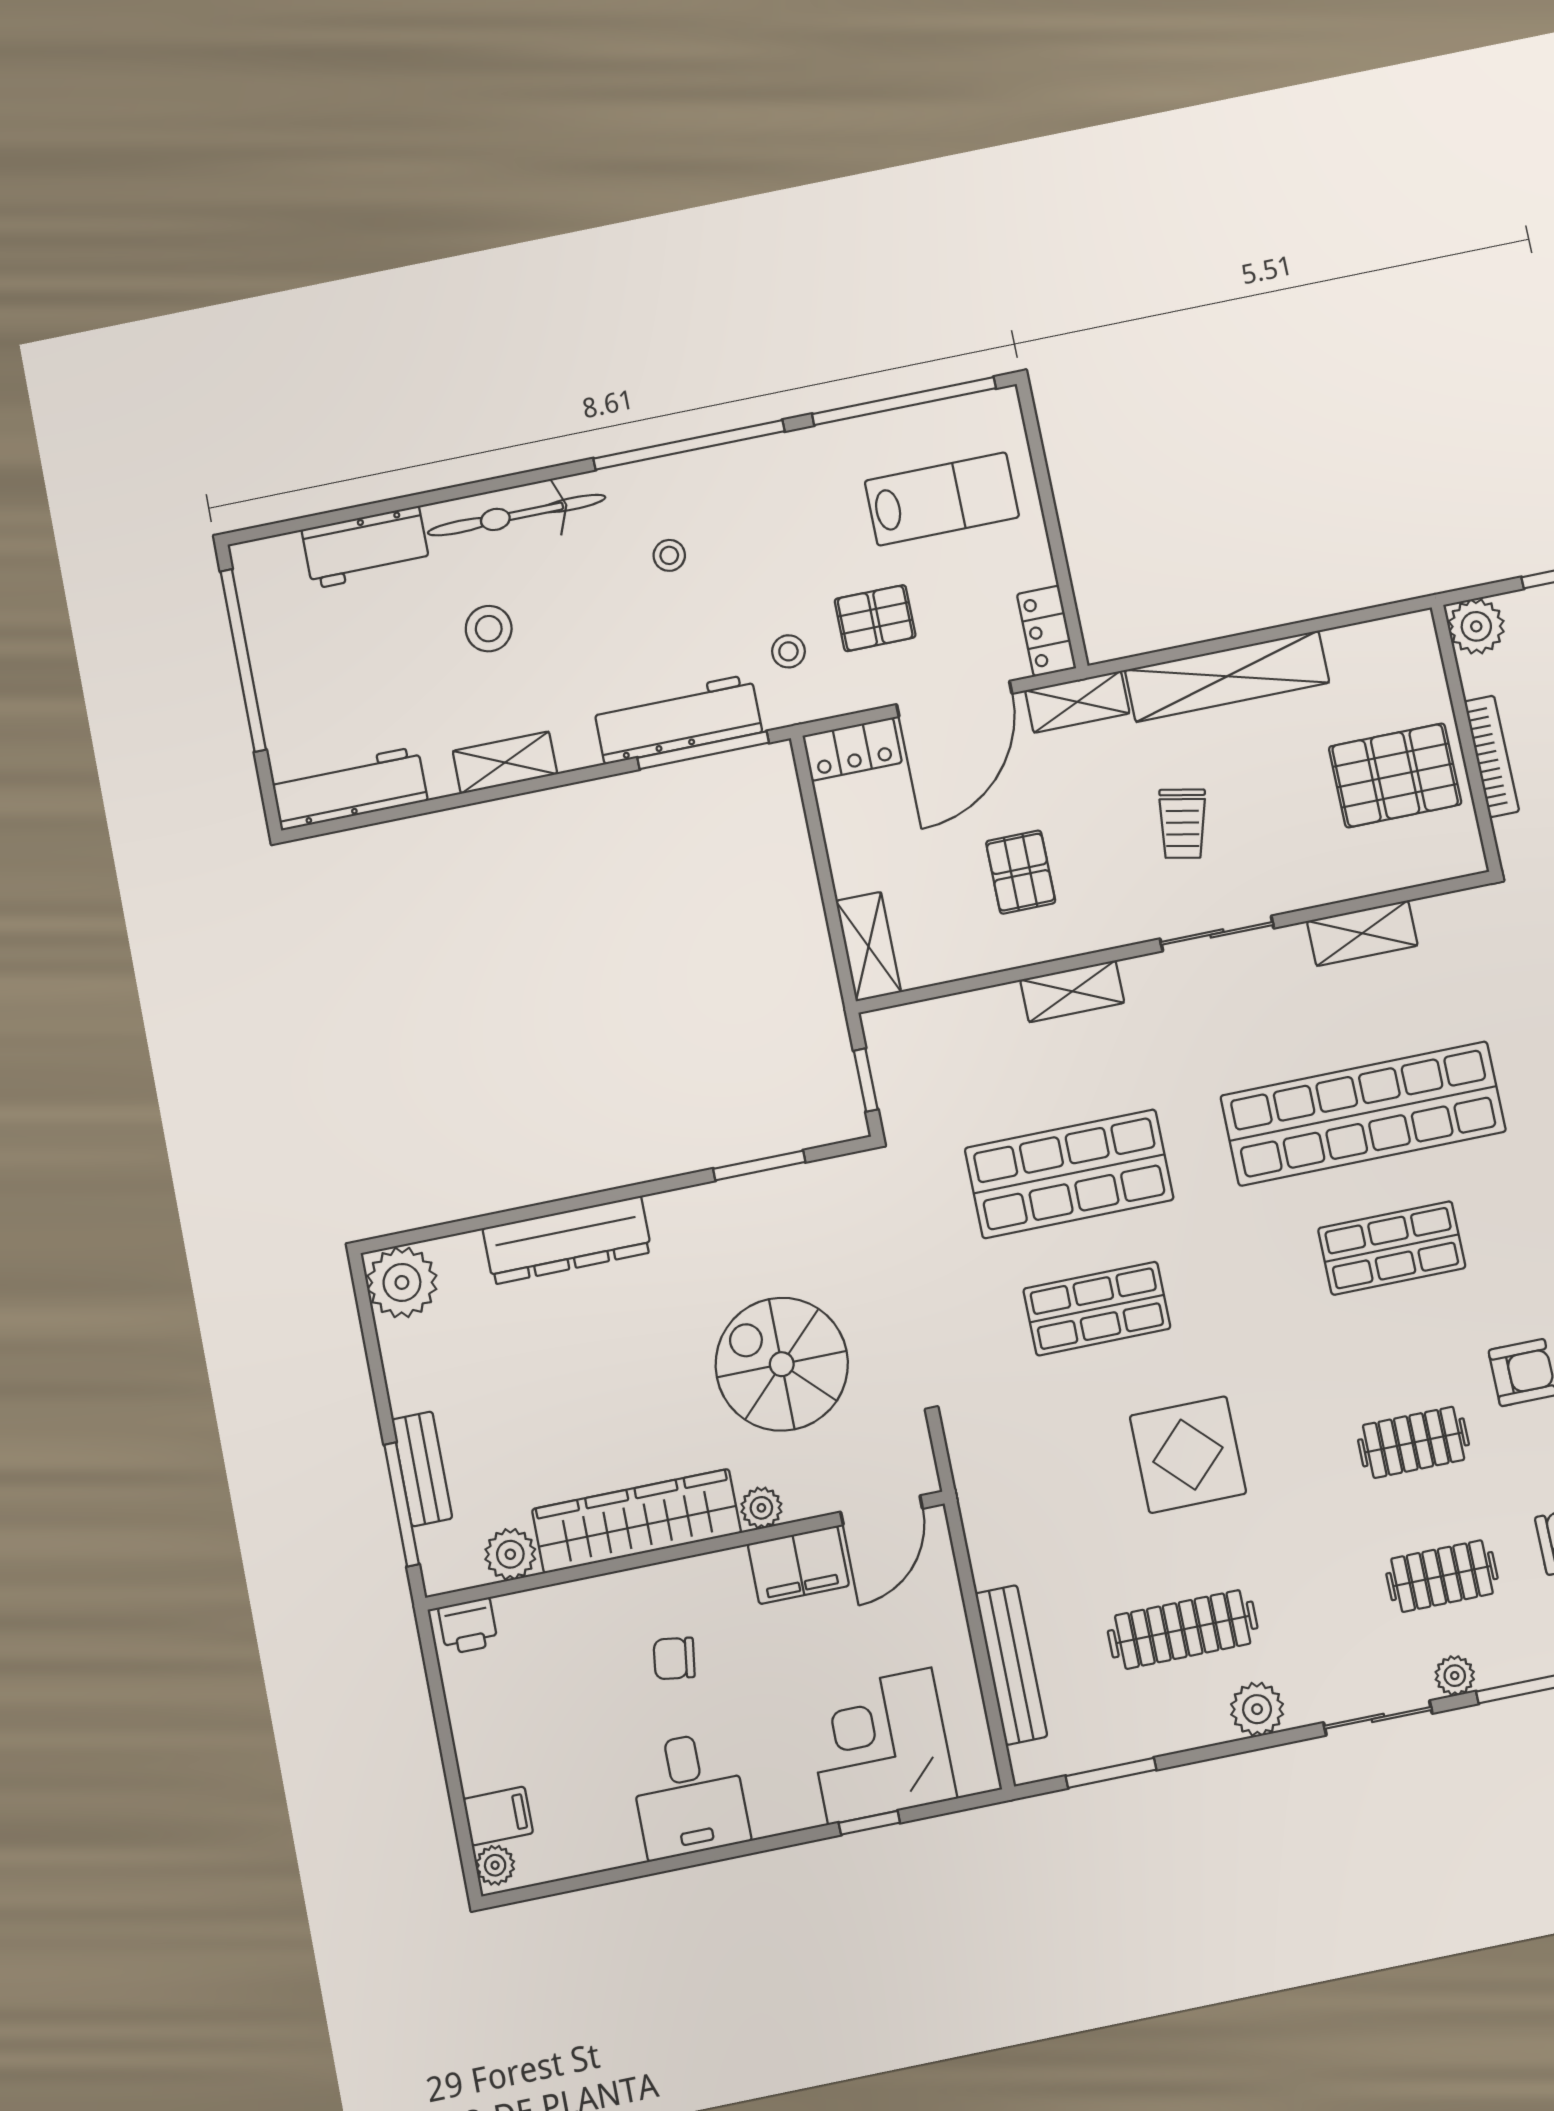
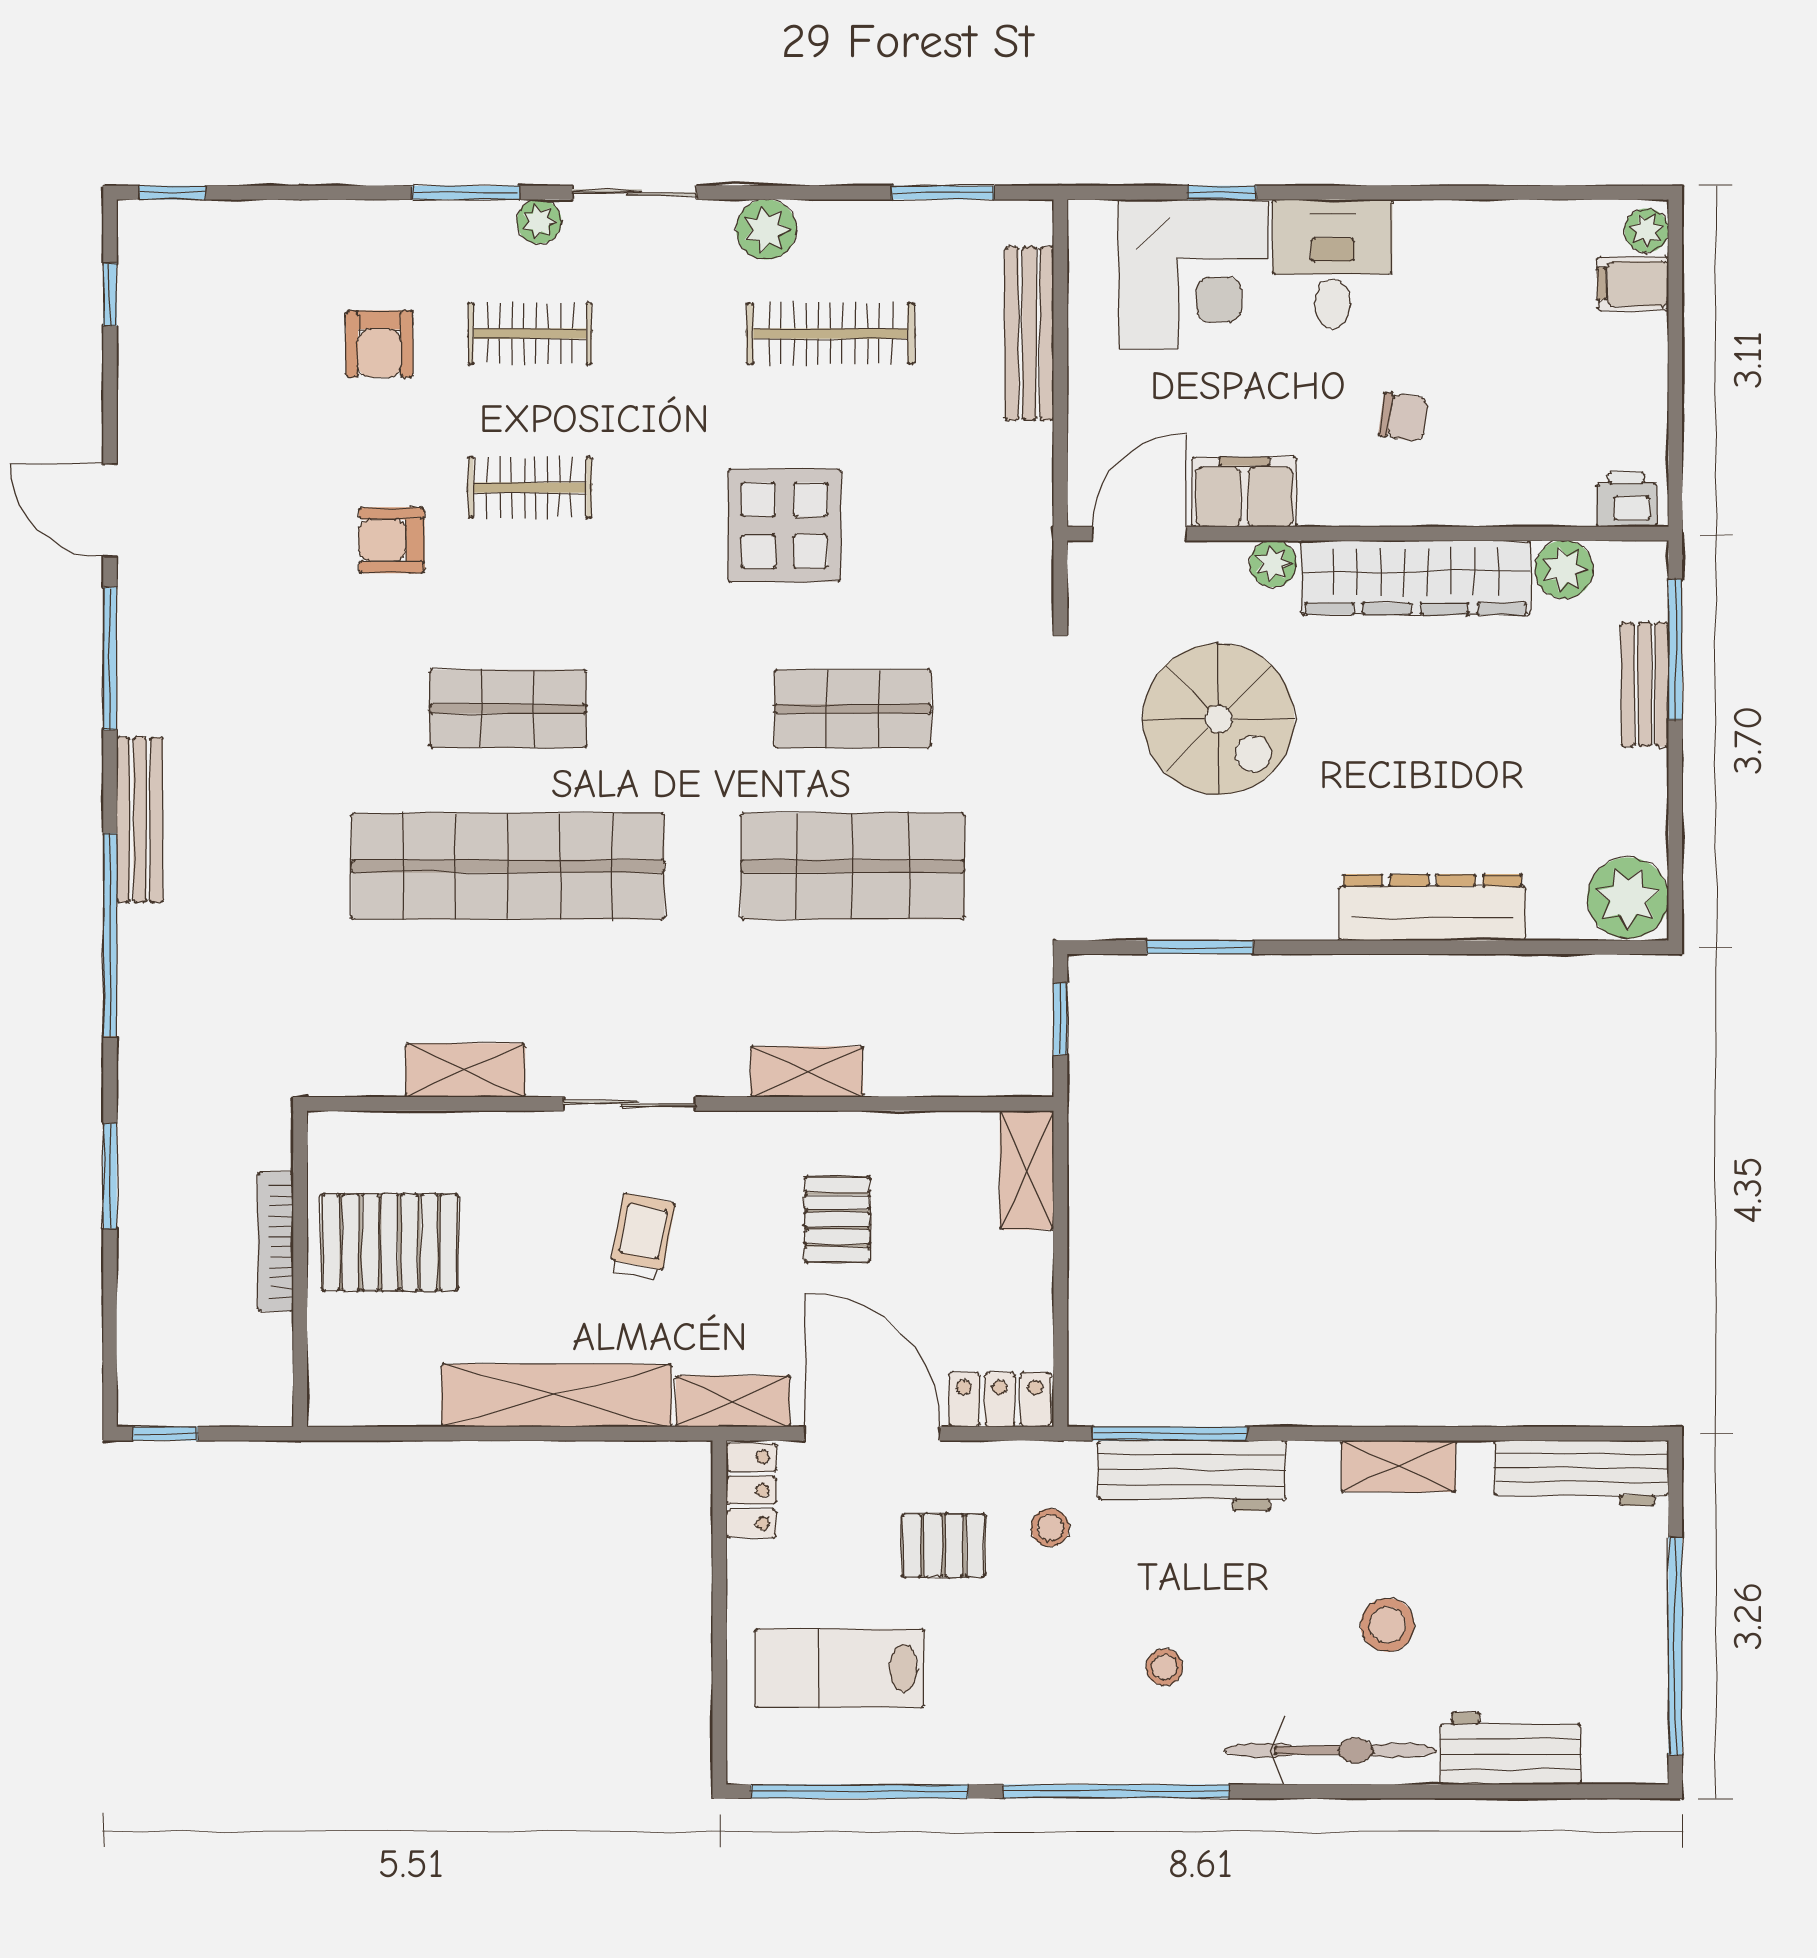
plant: (1476, 626) -> (261, 1394), removed
door: (954, 699) -> (872, 1434), hinge flipped
desk: (689, 1795) -> (1333, 264), moved

